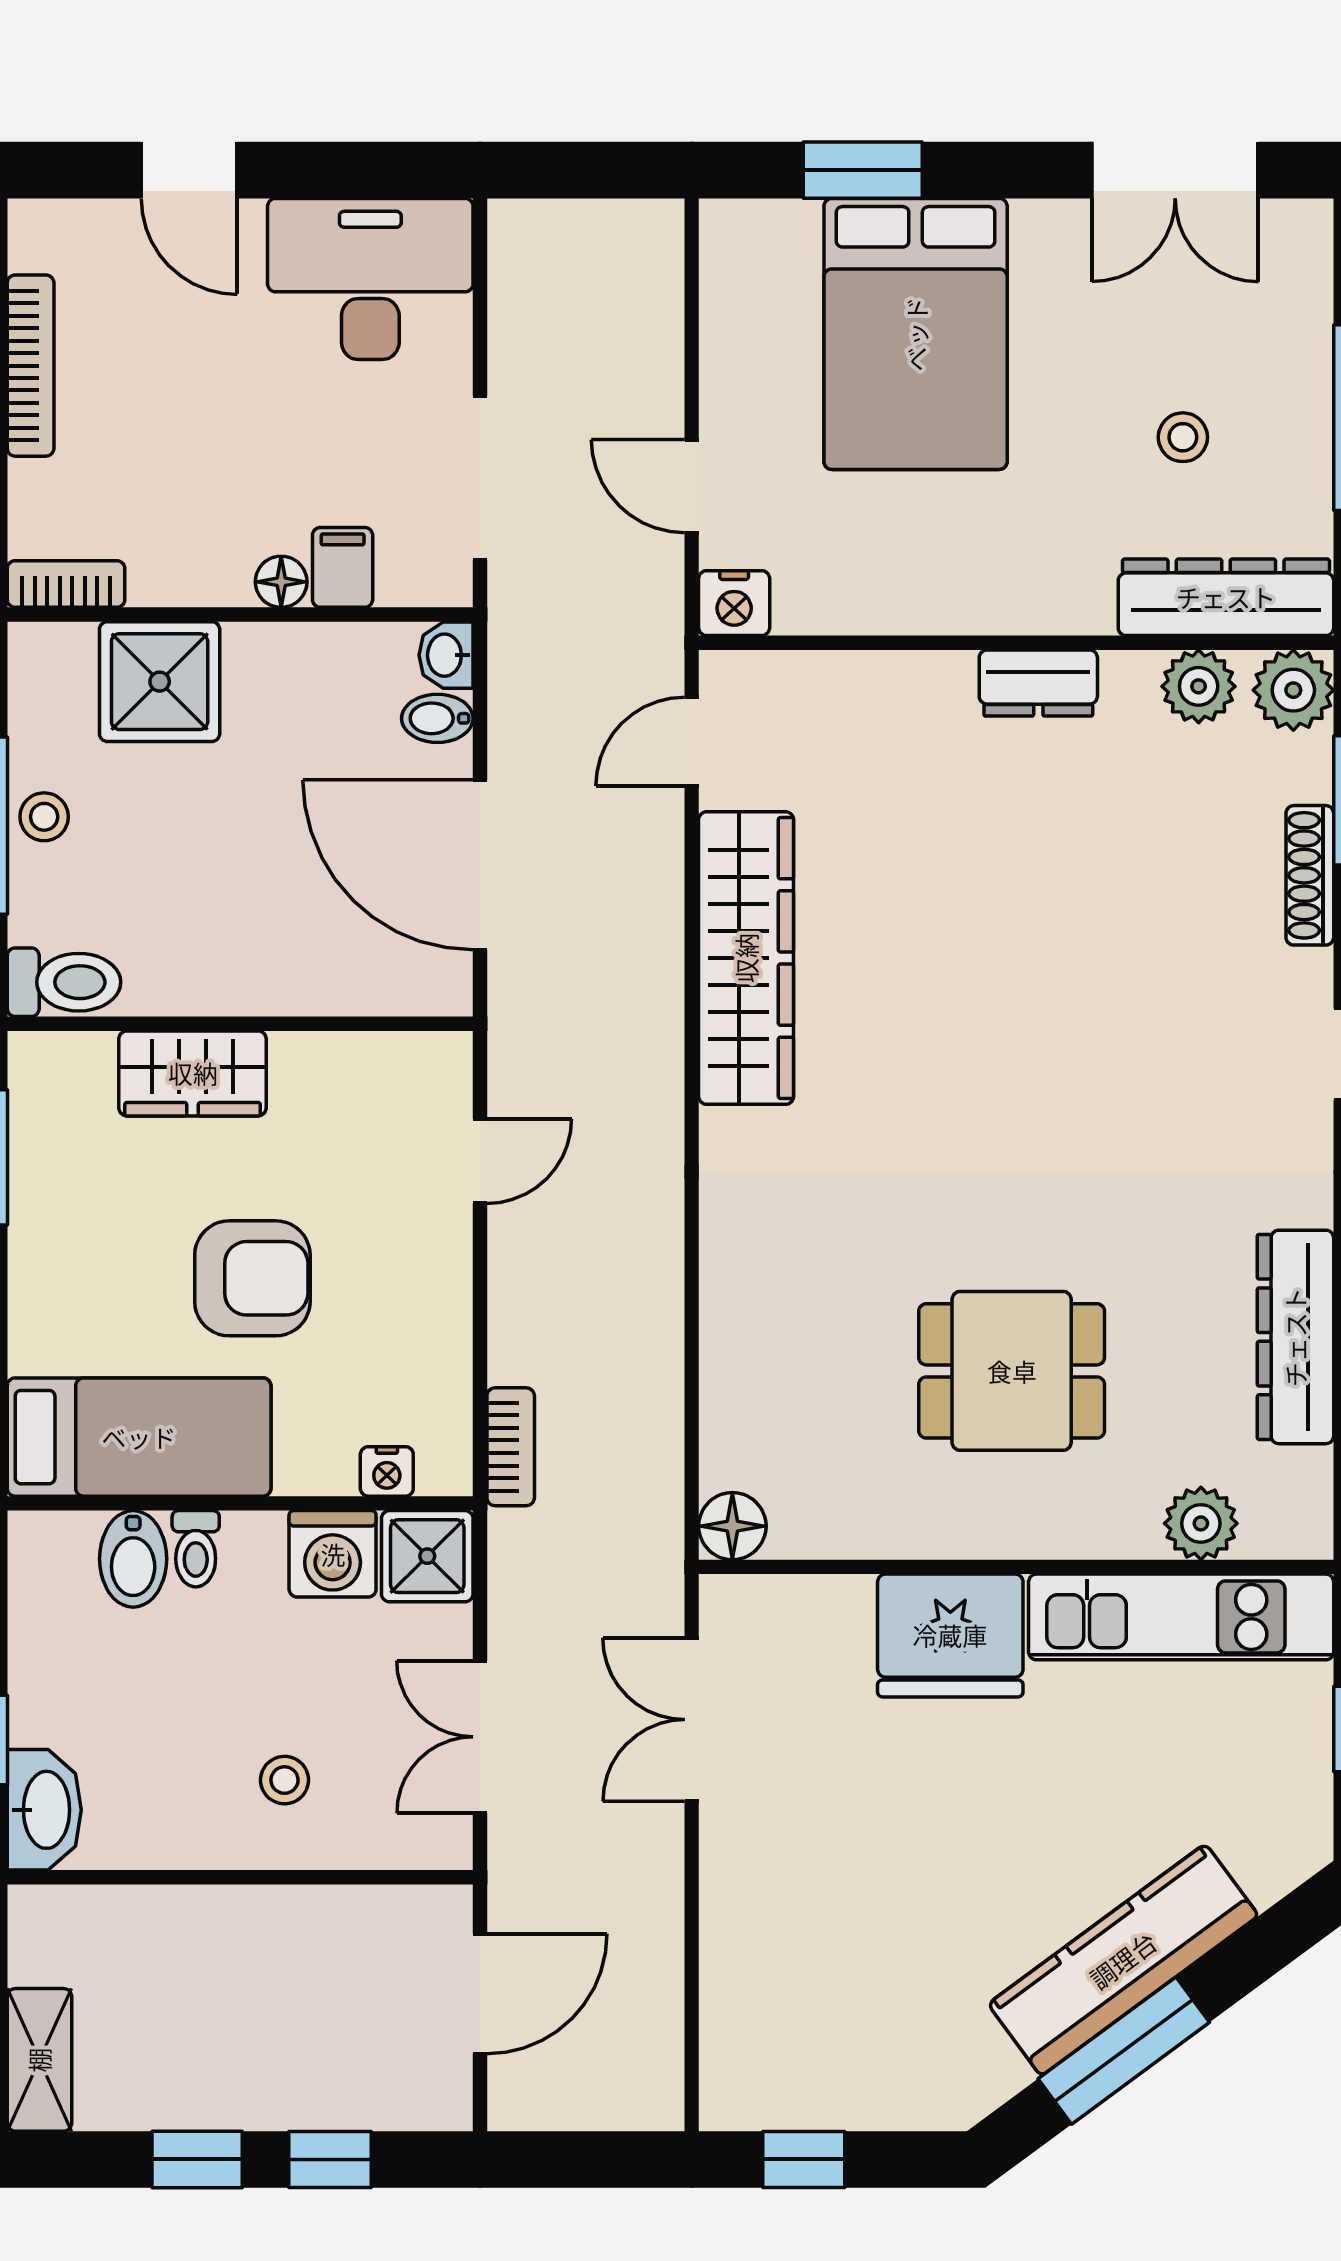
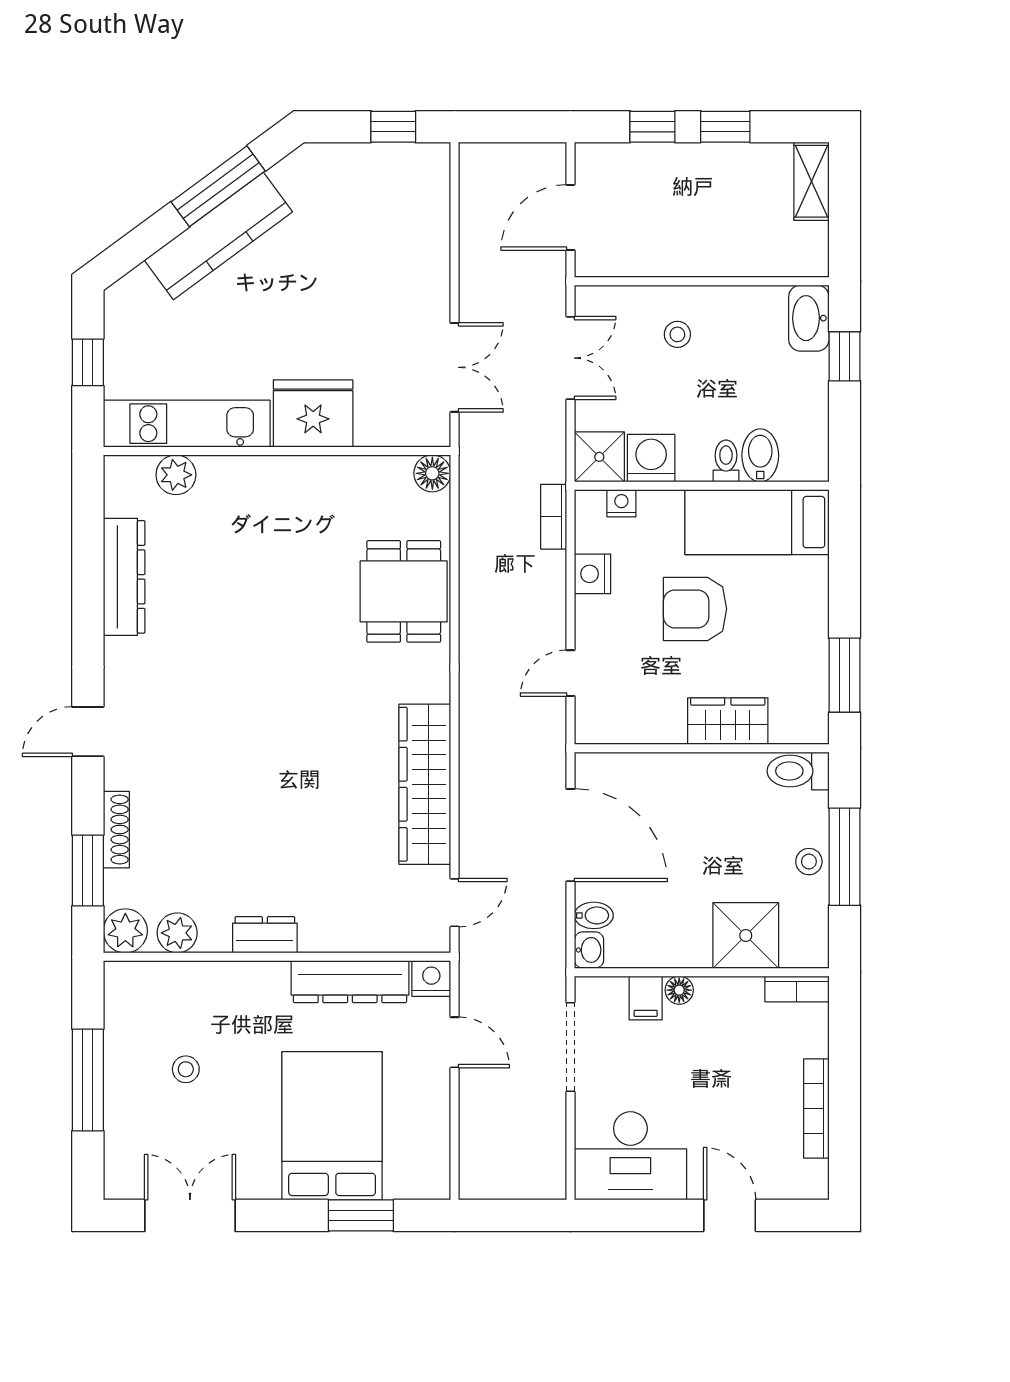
dresser: (1226, 597) -> (350, 982), moved
nightstand: (440, 1342) -> (592, 574), added
dining table: (1012, 1371) -> (404, 591), moved, turned 90

